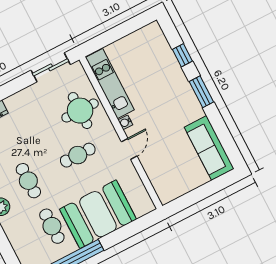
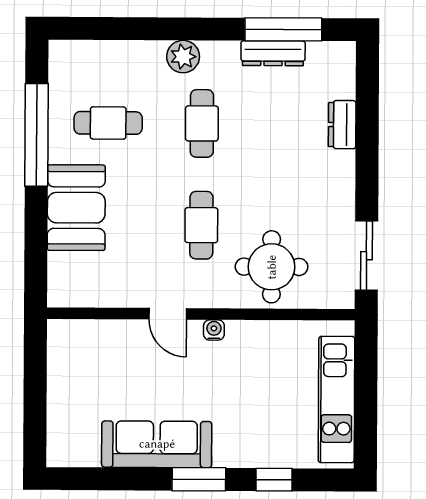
kitchen unit: (110, 84) -> (336, 400), moved, turned 90
sofa: (209, 148) -> (157, 444), moved
cafe table: (28, 181) -> (202, 123), turned 90
booth: (98, 214) -> (76, 208), width x0.73, depth x0.70

